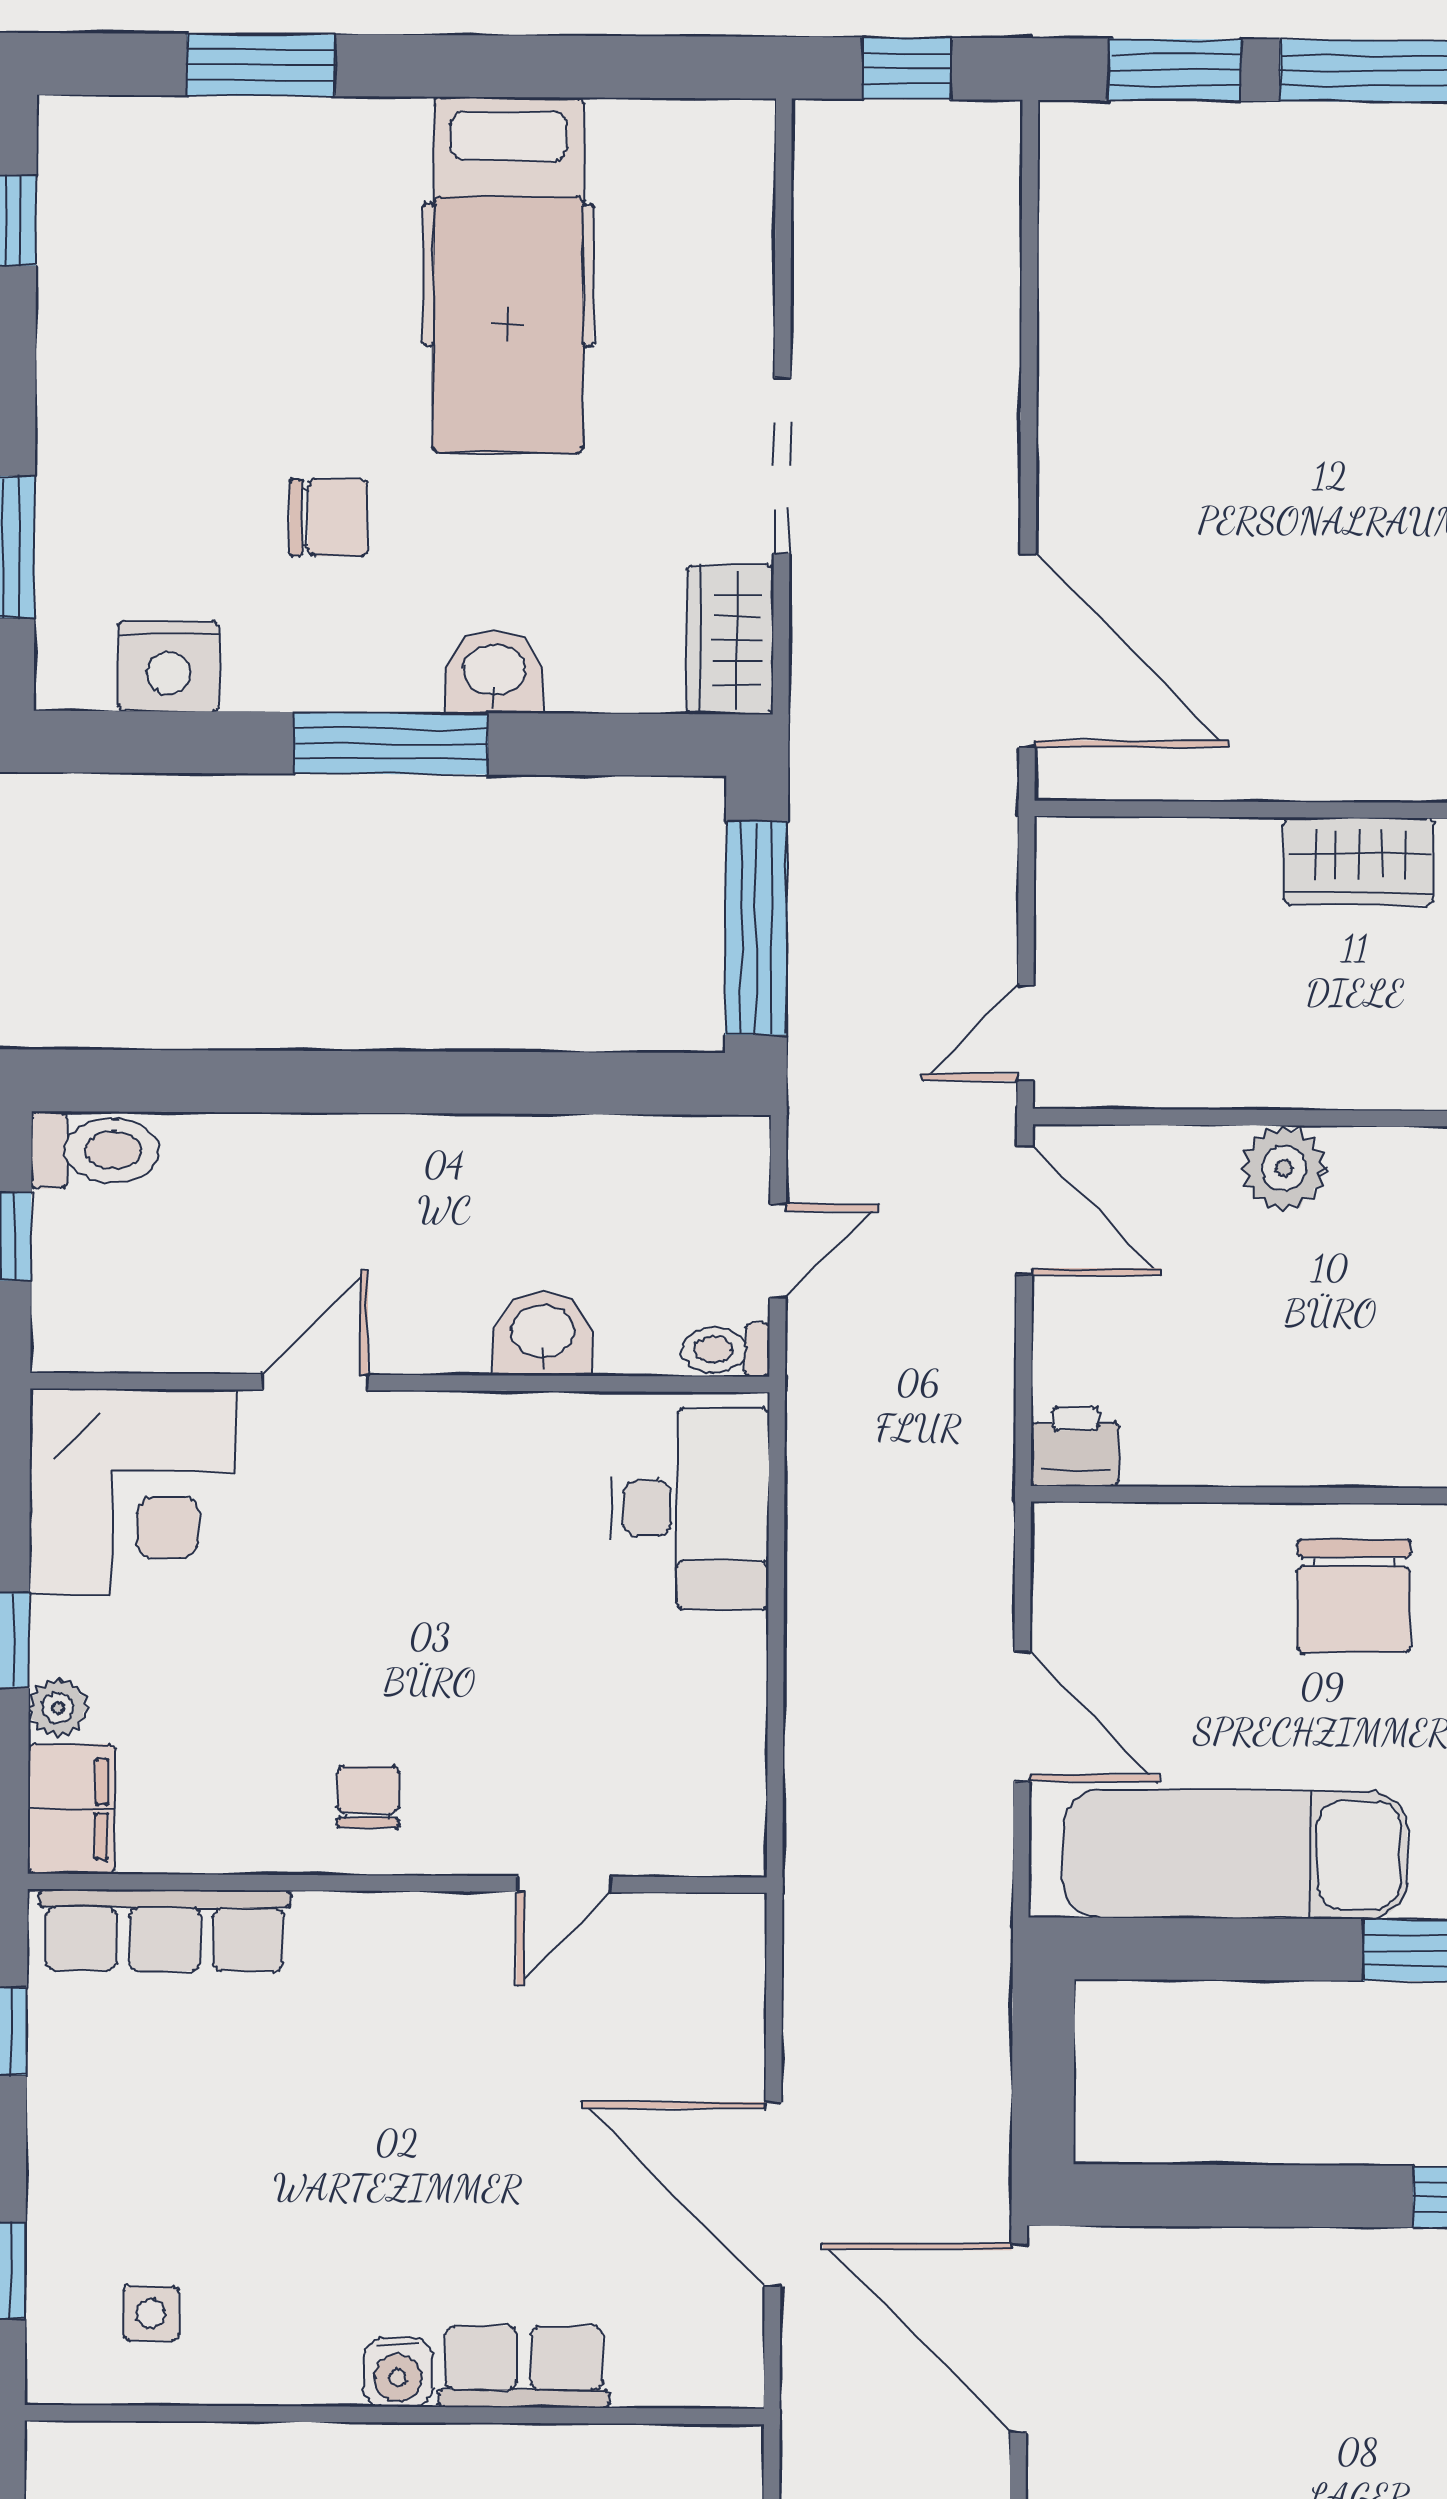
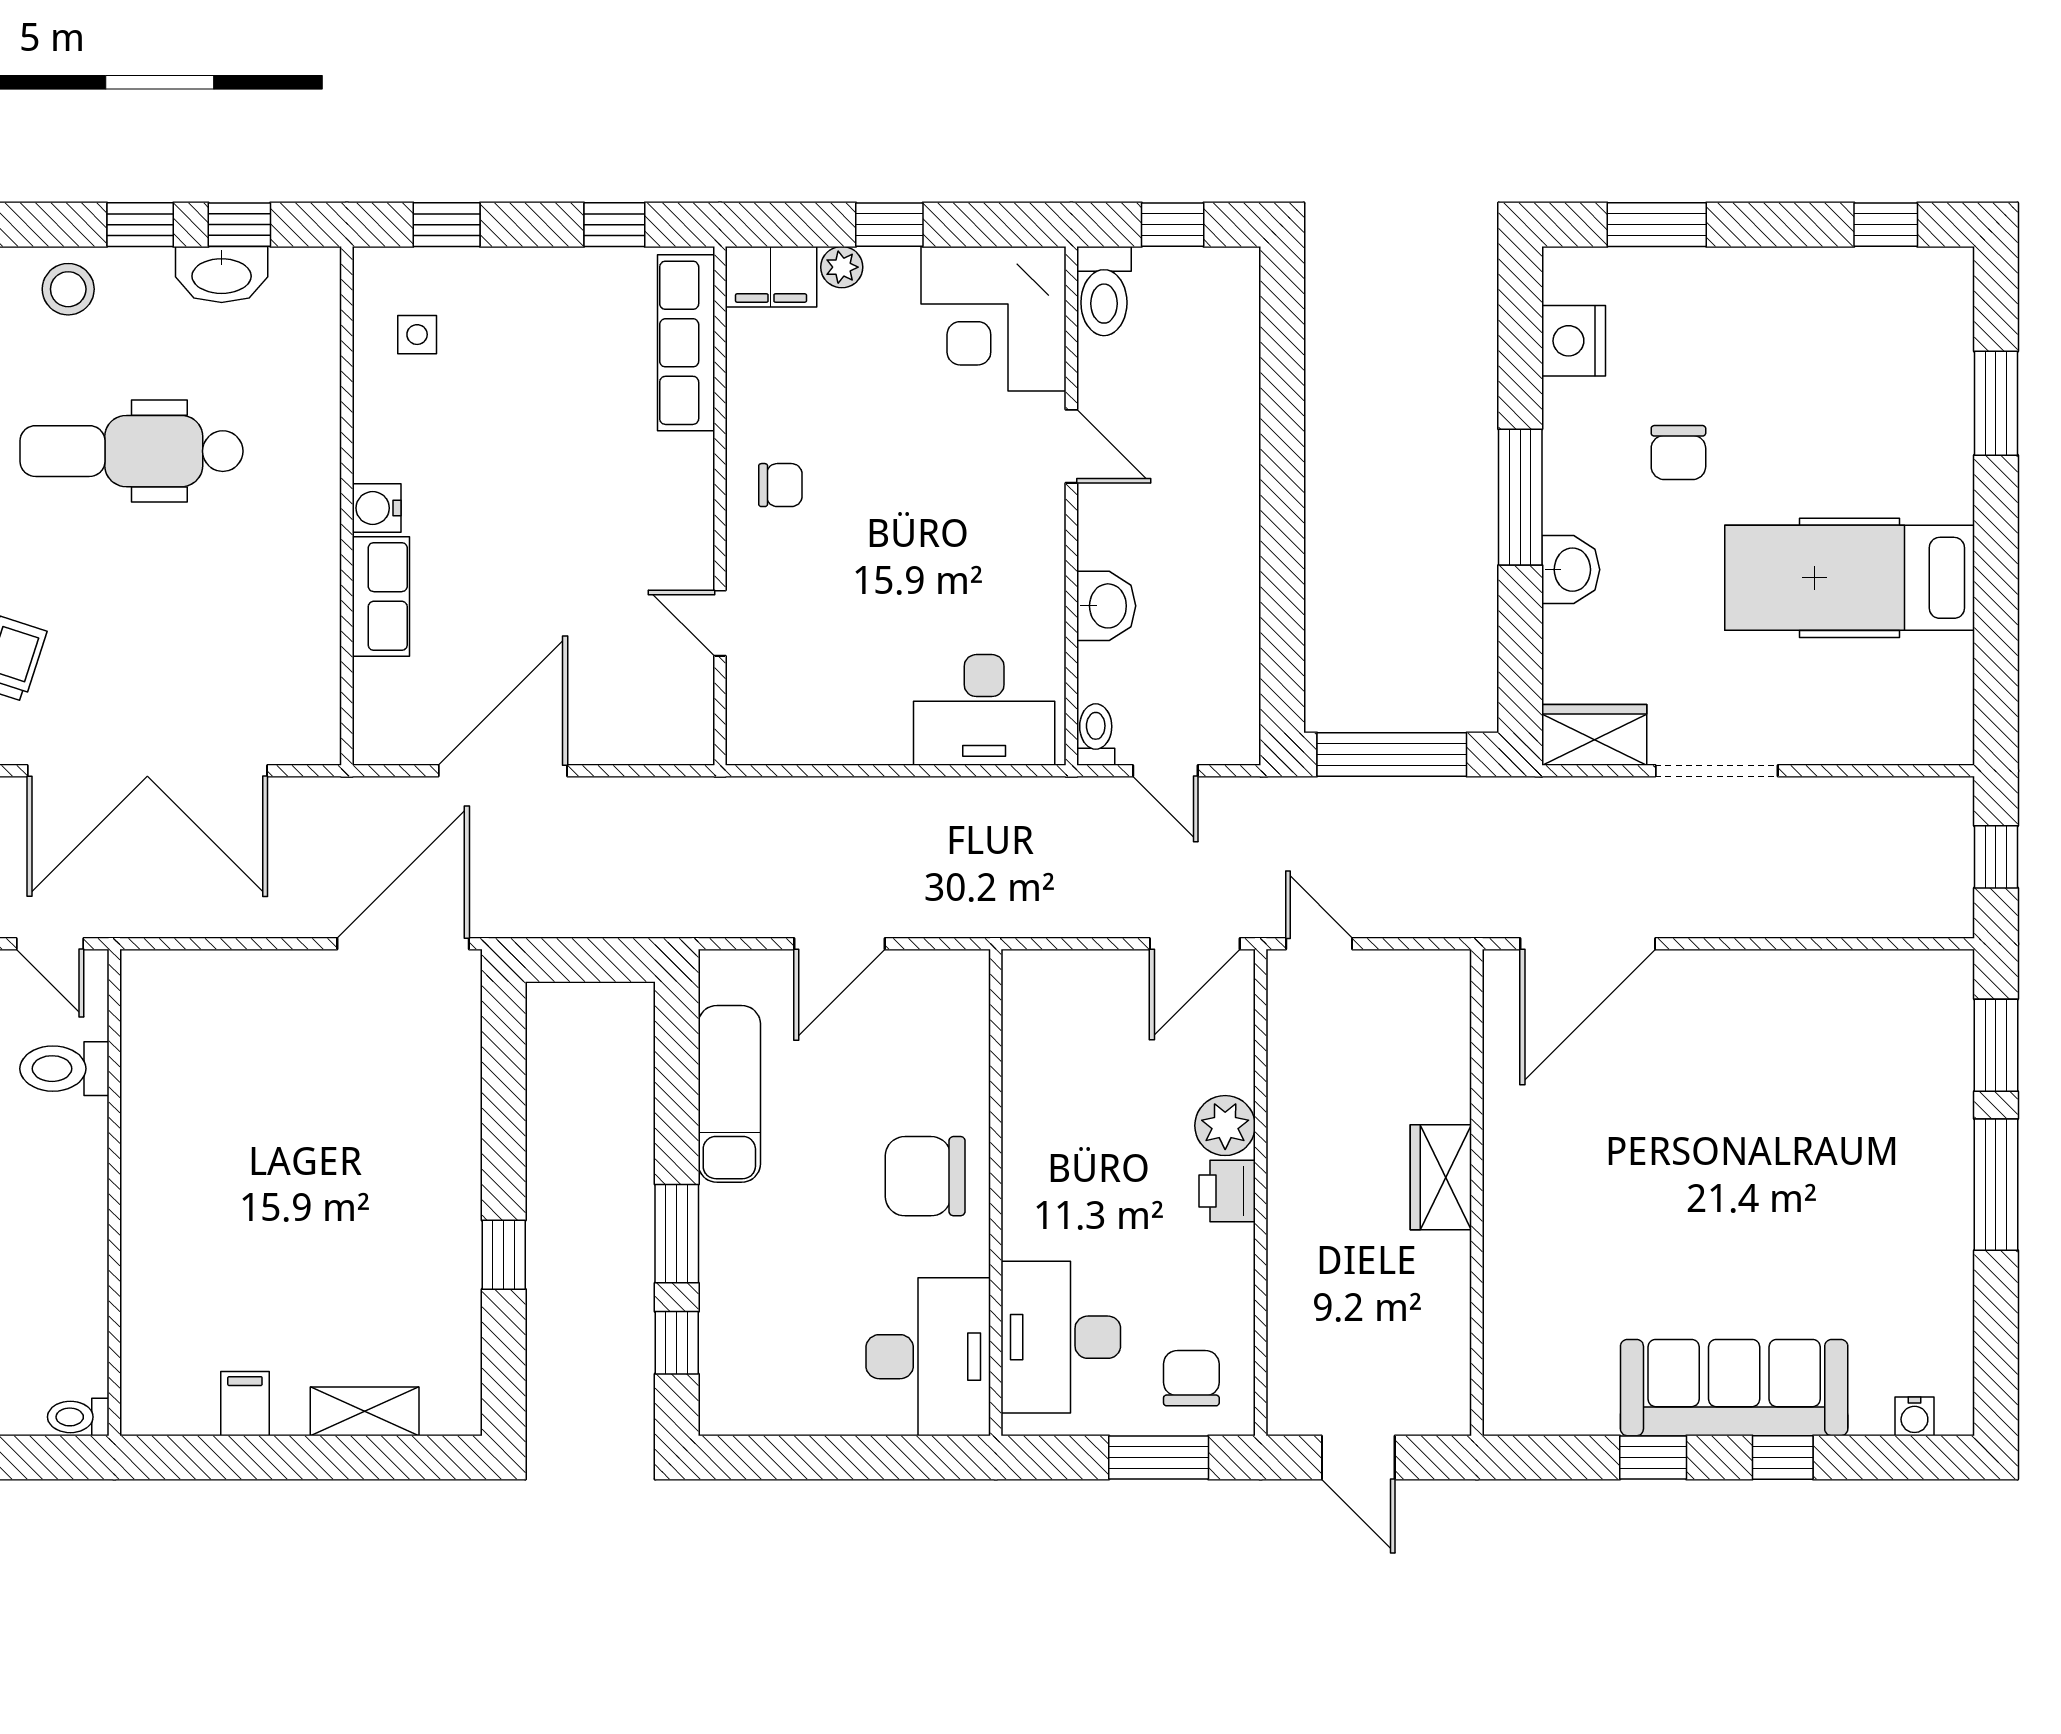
toilet: (95, 1150) -> (1104, 291), moved
printer: (1075, 1446) -> (1227, 1191), moved, turned 180
exam couch: (1235, 1854) -> (729, 1094), width x0.73, depth x0.69

